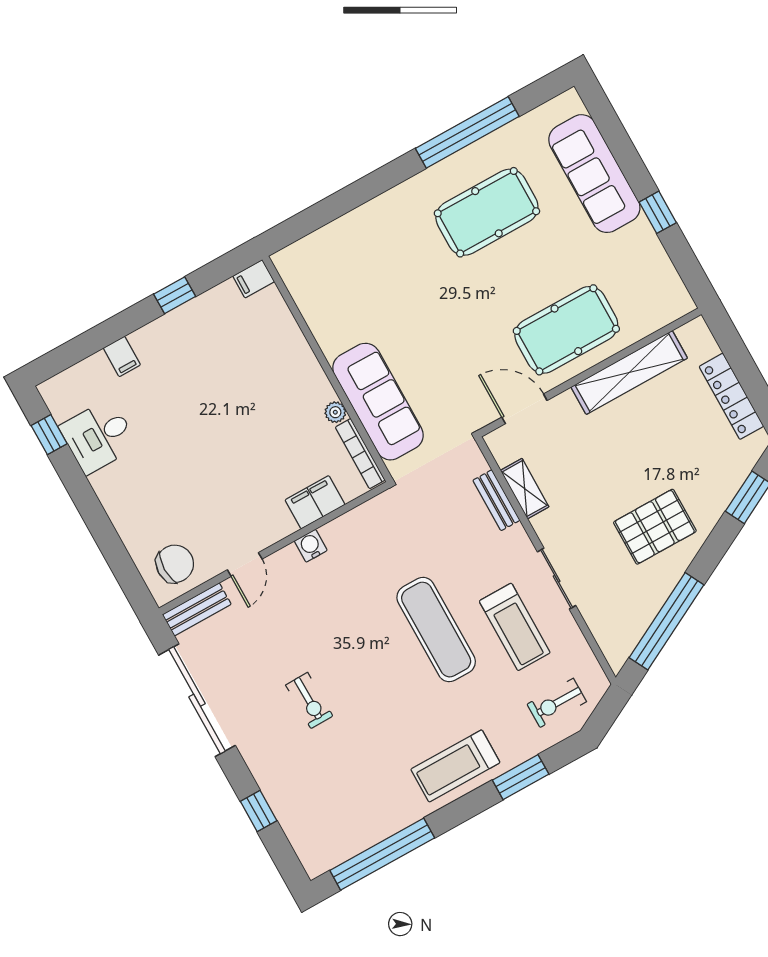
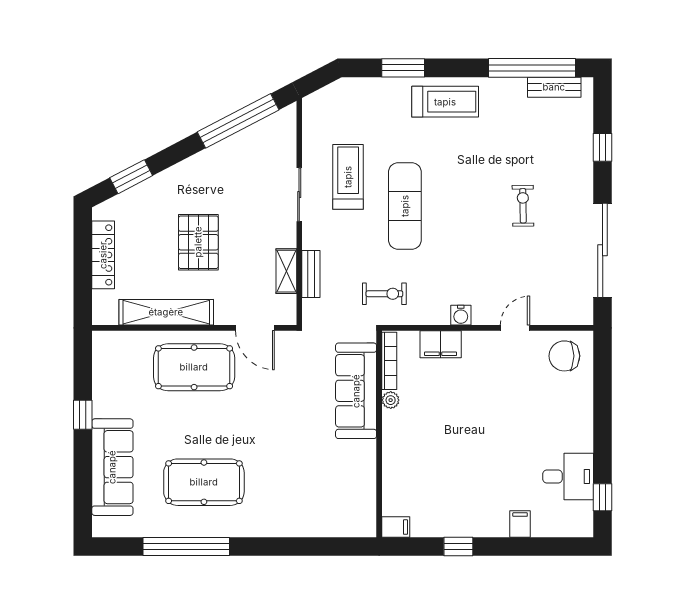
pallet: (655, 527) -> (198, 242), moved, turned 90
bench: (197, 609) -> (554, 87), moved
exercise bike: (557, 703) -> (384, 294), moved

